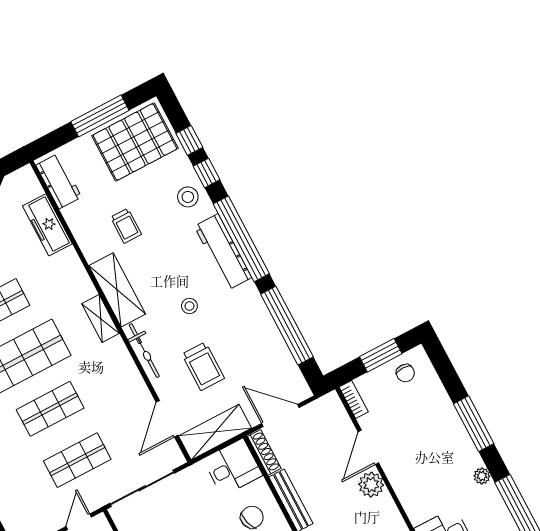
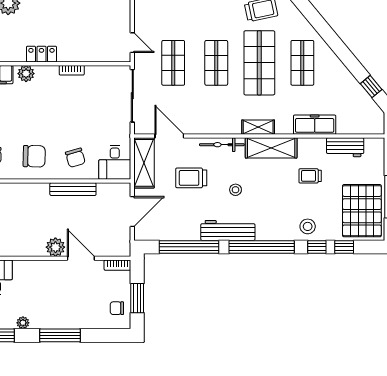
workbench: (59, 181) -> (345, 147), moved
freezer: (47, 225) -> (315, 125), moved
workbench: (223, 252) -> (228, 230), moved
shoe rack: (264, 452) -> (114, 188), removed

